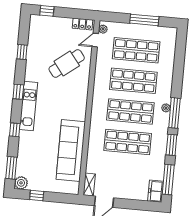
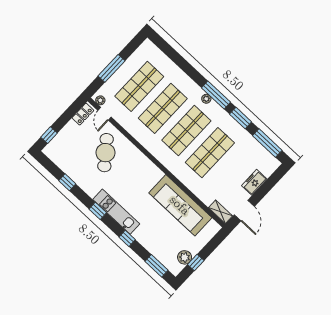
window: (144, 20) -> (112, 68), moved
plant: (21, 183) -> (185, 257), moved
freezer: (156, 191) -> (254, 182), moved, turned 90

